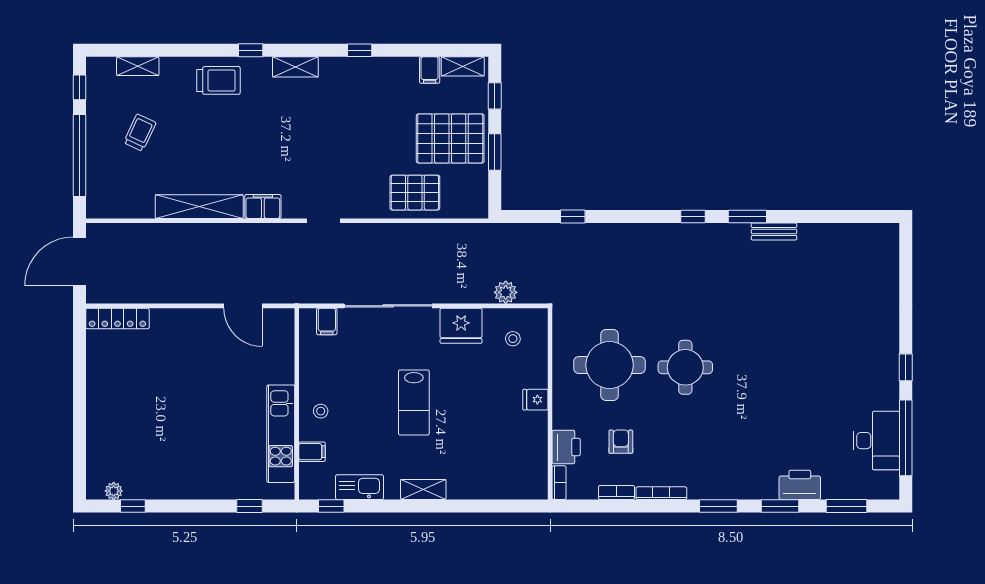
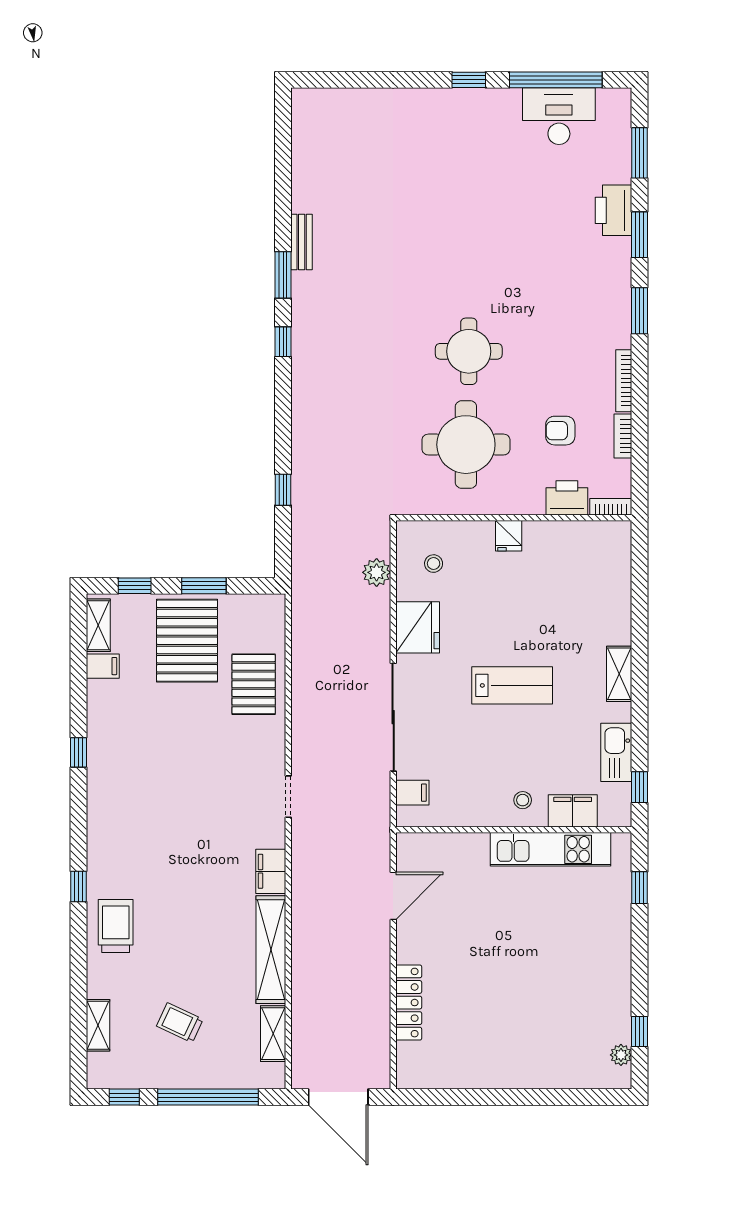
shelving: (295, 67) -> (273, 1034), moved
locker: (117, 318) -> (409, 1003), moved
filing cabinet: (312, 452) -> (573, 811), width x2.00

